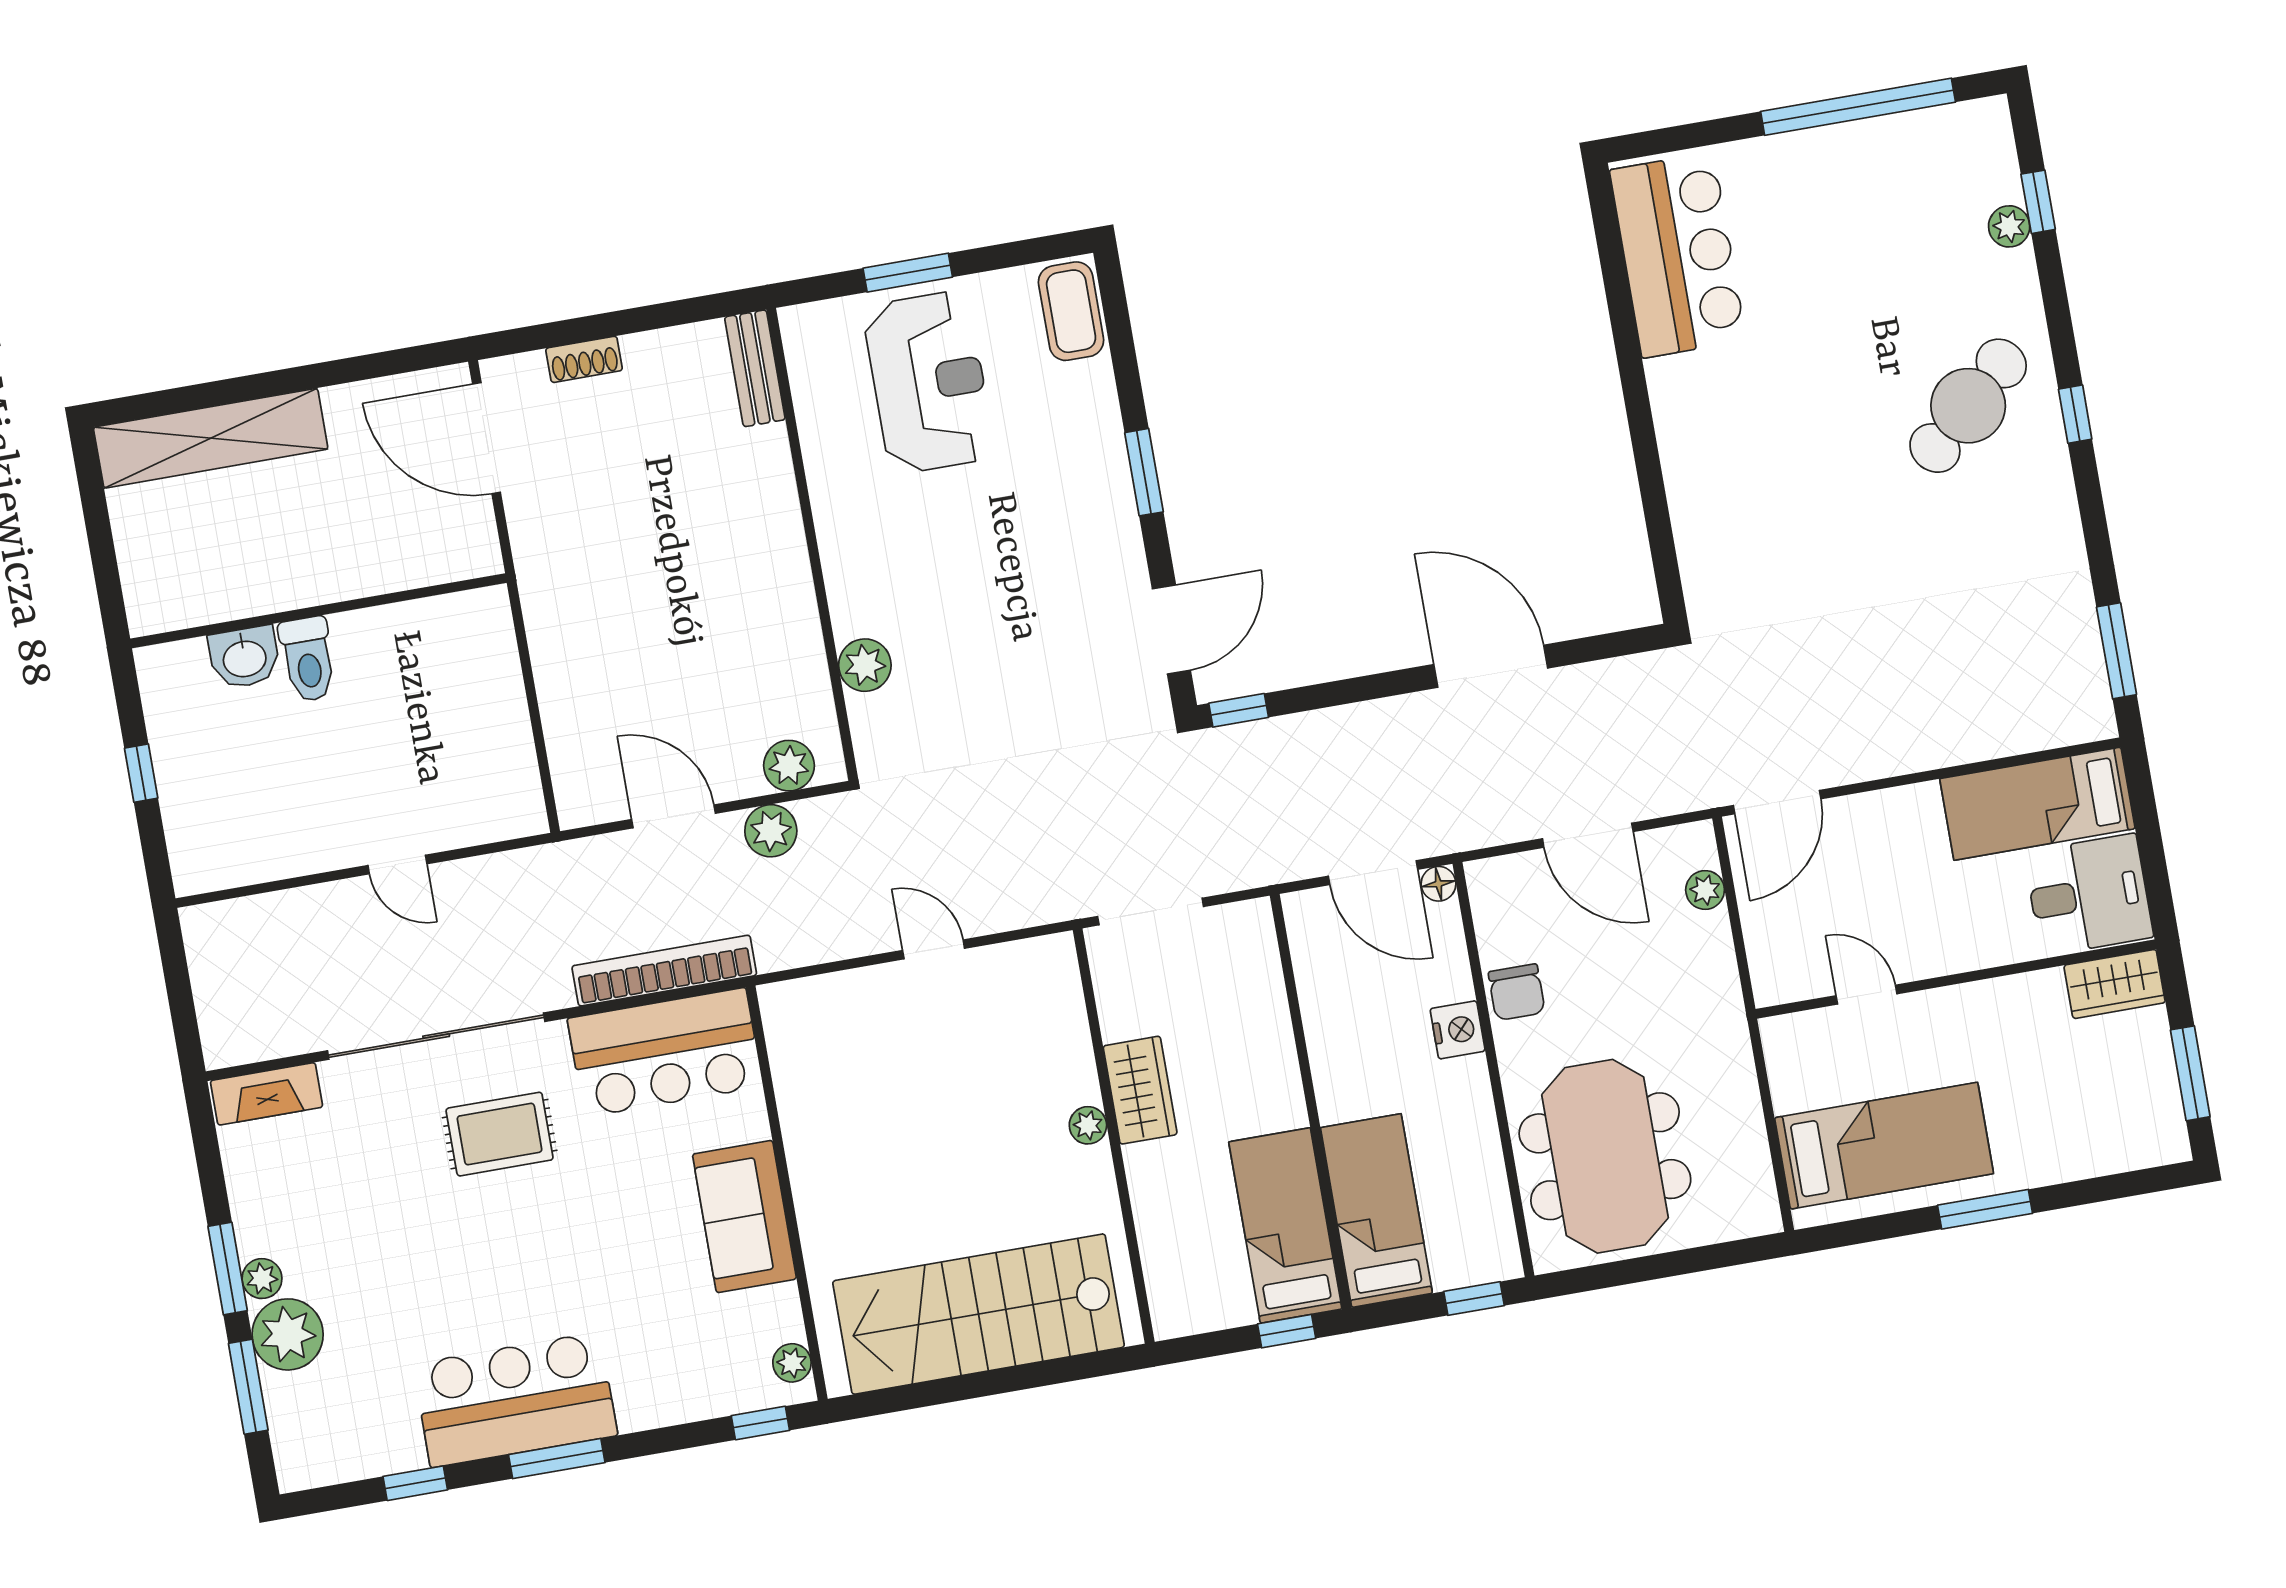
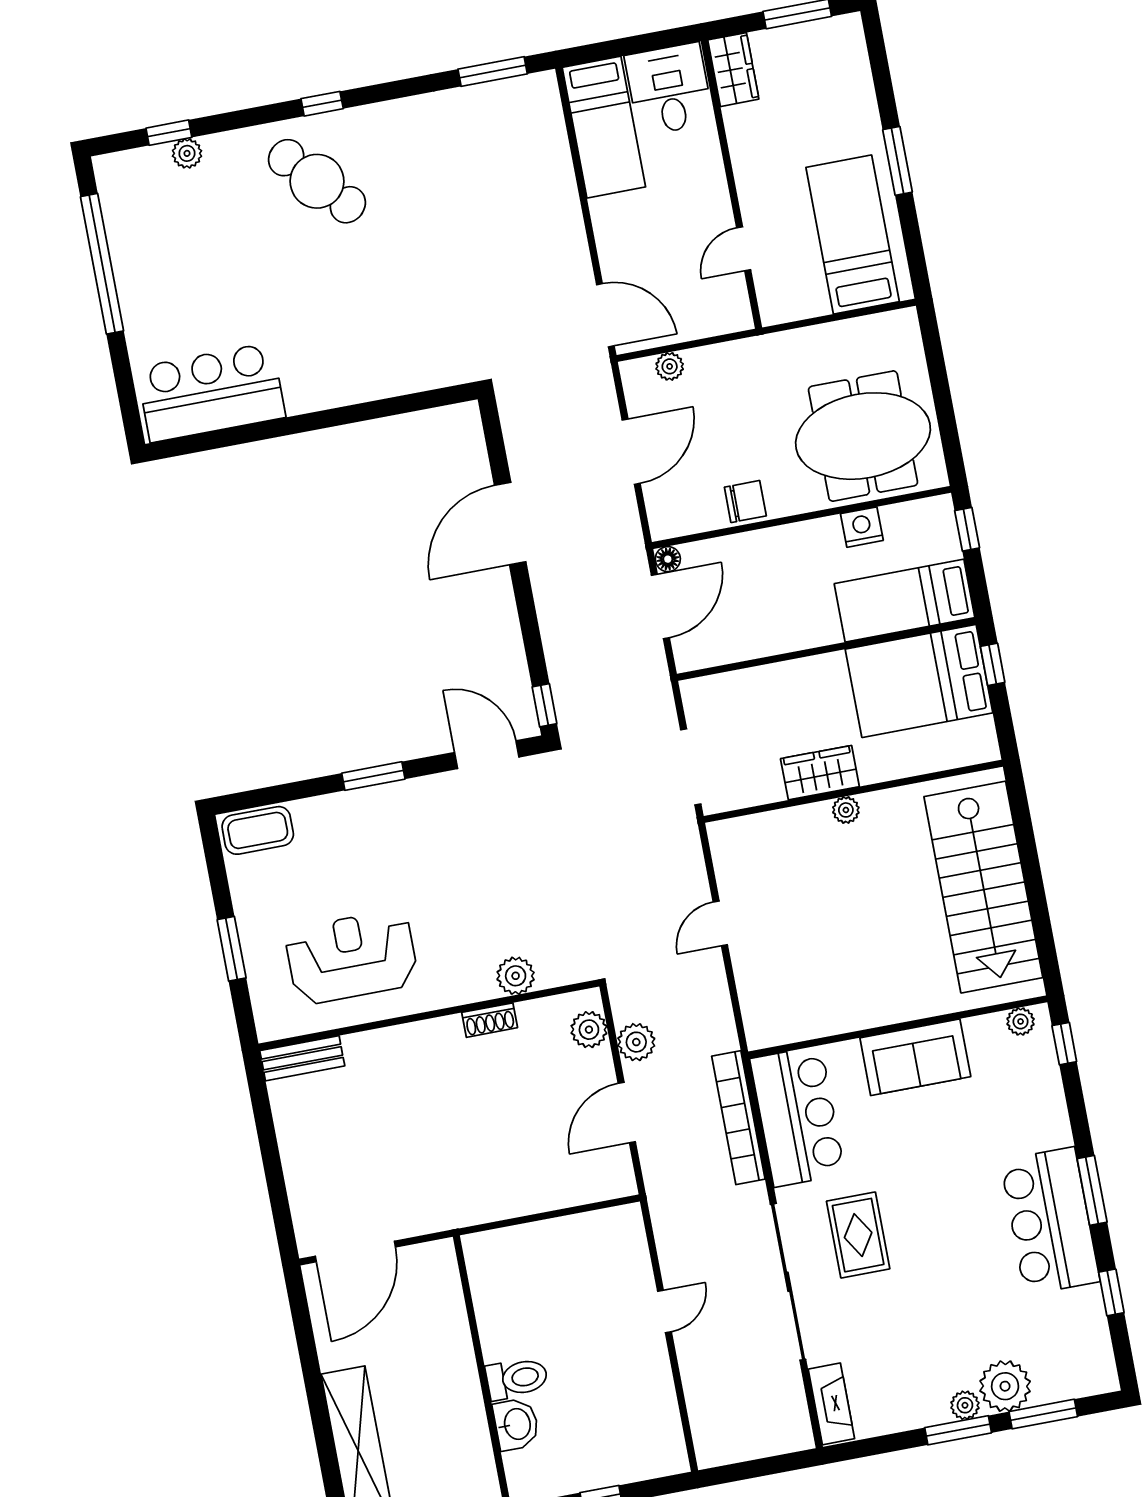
shoe rack: (584, 359) -> (490, 1020), moved, turned 90
reception desk: (929, 382) -> (352, 957), moved
nightstand: (1458, 1030) -> (862, 527), moved
bed: (1285, 1225) -> (919, 681), width x1.50

